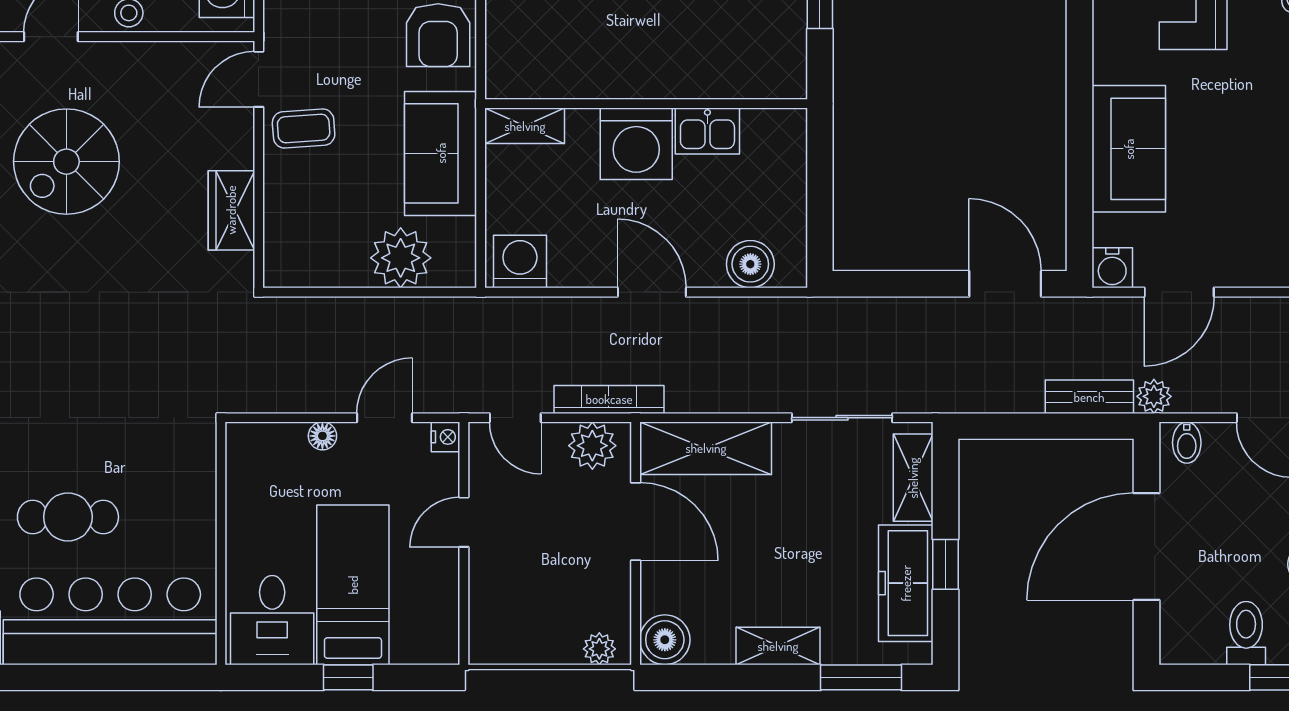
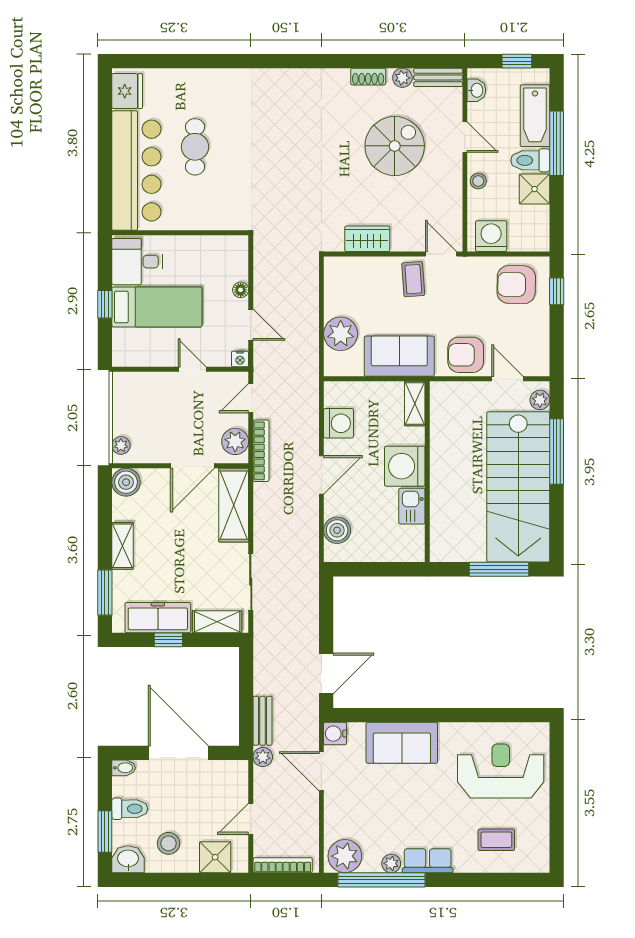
spiral stairs: (66, 162) -> (395, 146), turned 90
washing machine: (520, 262) -> (339, 423), moved
bidet: (1187, 443) -> (124, 768), moved, turned 180

